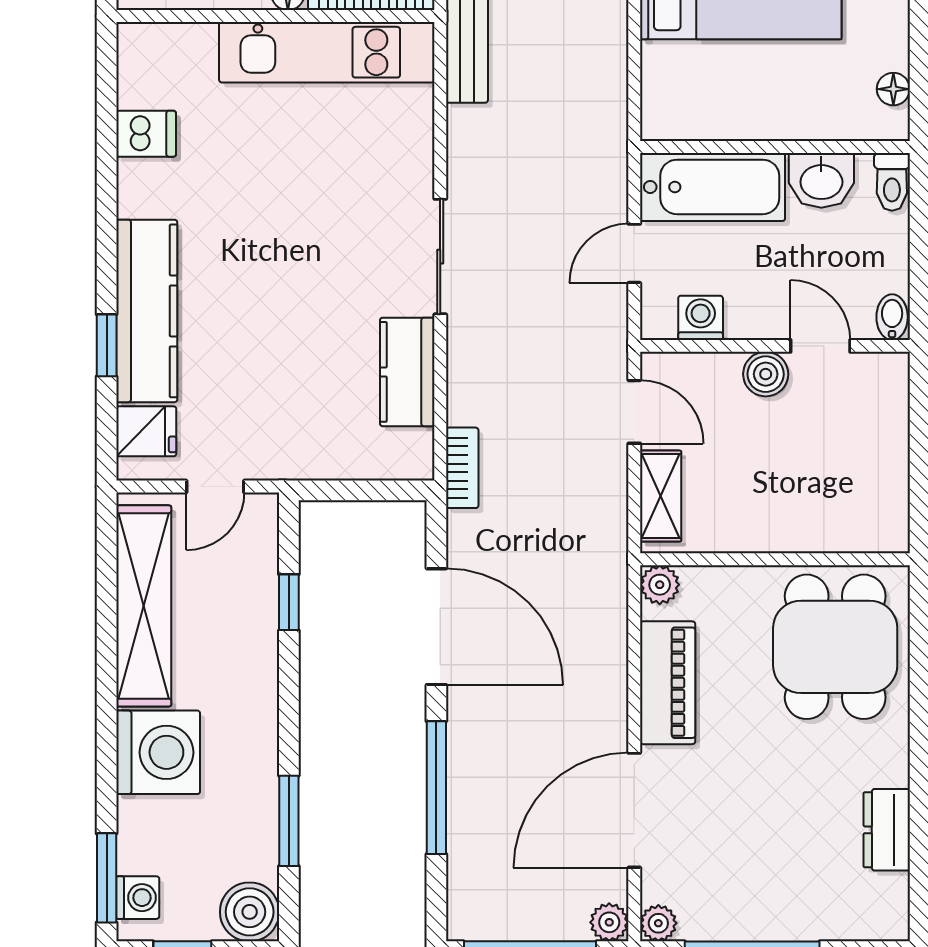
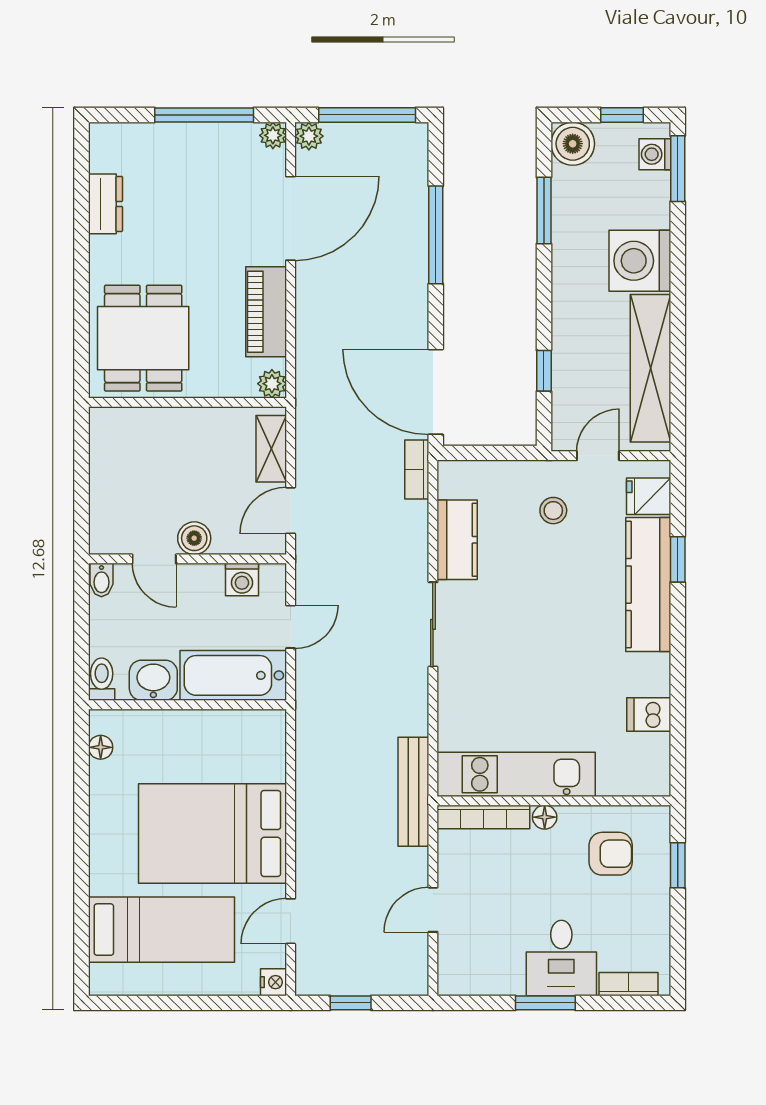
stool: (276, 412) -> (553, 511), added
door: (634, 412) -> (291, 511), hinge flipped
door: (436, 627) -> (436, 392), moved

